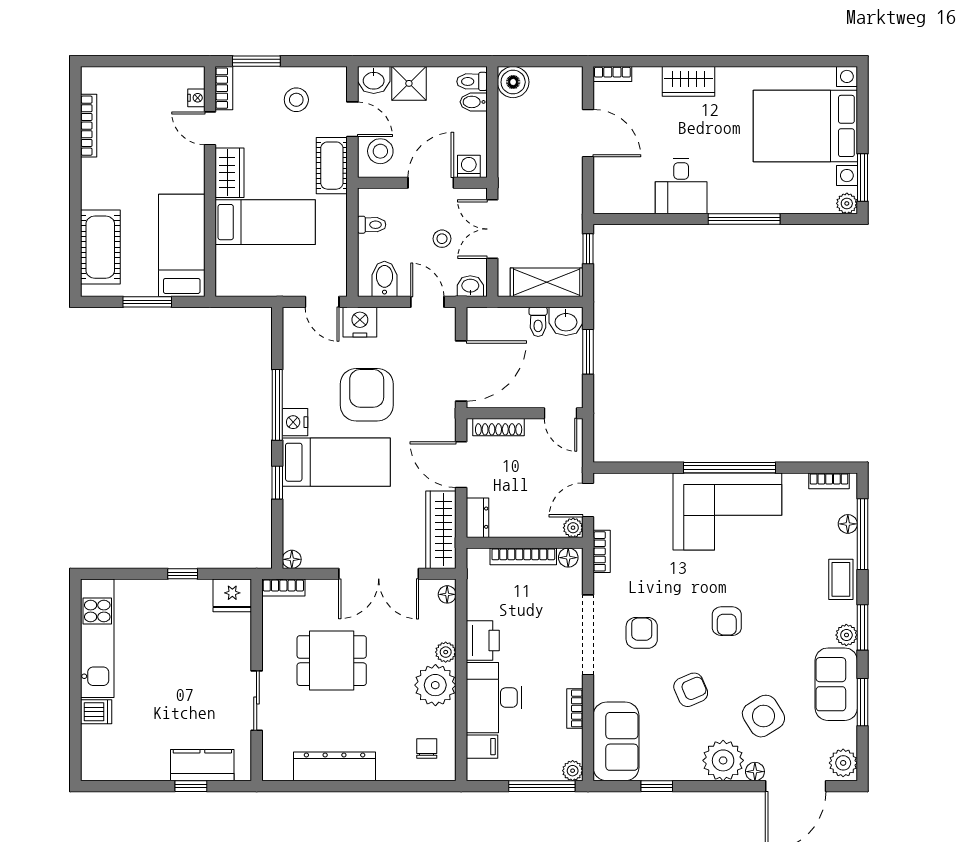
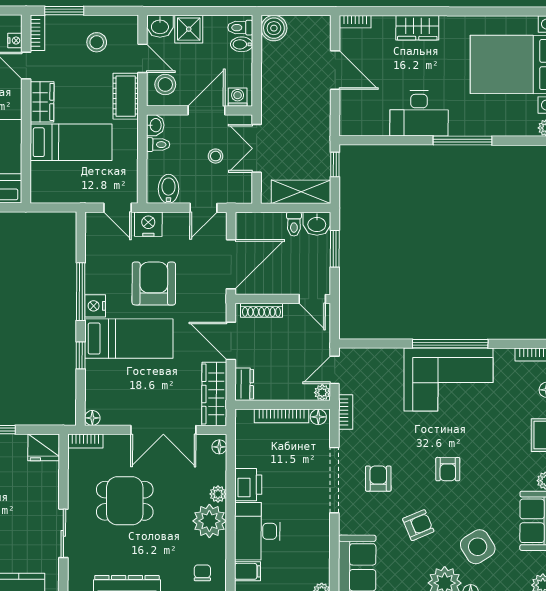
desk: (681, 186) -> (419, 113), width x1.37
washbasin: (470, 286) -> (155, 125), moved, turned 90
door: (427, 302) -> (204, 208), swing flipped
bookcase: (575, 708) -> (323, 540), removed

